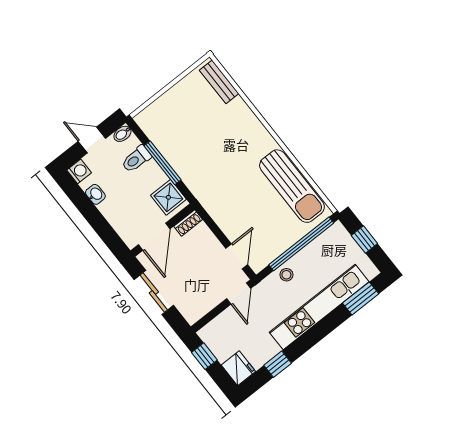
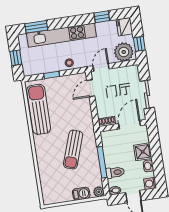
bench: (219, 82) -> (46, 189), removed
barbecue: (166, 103) -> (81, 194), added
plant: (144, 119) -> (99, 192), added
sun lounger: (213, 158) -> (73, 150), added
shower: (168, 197) -> (143, 152), moved
window: (301, 244) -> (52, 75), width x0.32
plant: (220, 333) -> (124, 52), added

